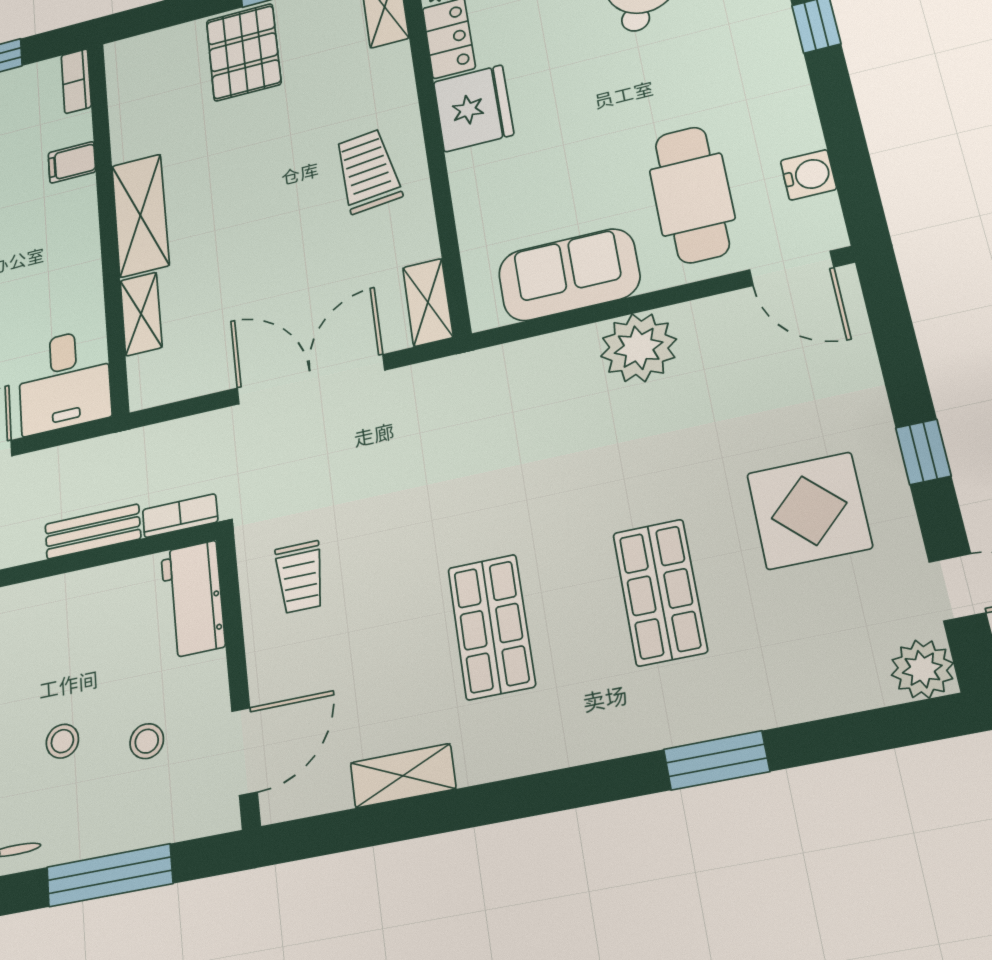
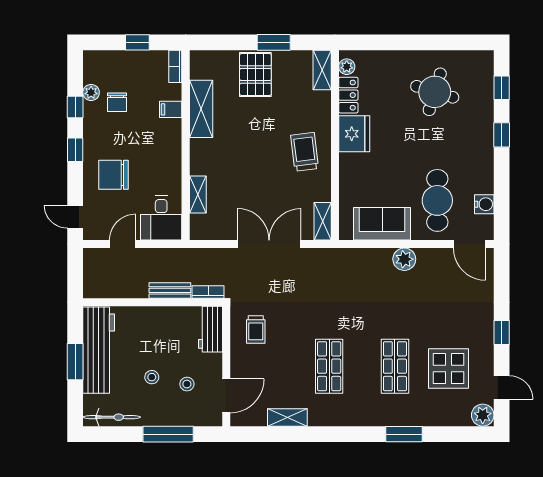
shelving: (140, 215) -> (201, 109), moved
plant: (639, 348) -> (404, 259), width x0.73, depth x0.73
display table: (809, 511) -> (449, 368), moved

